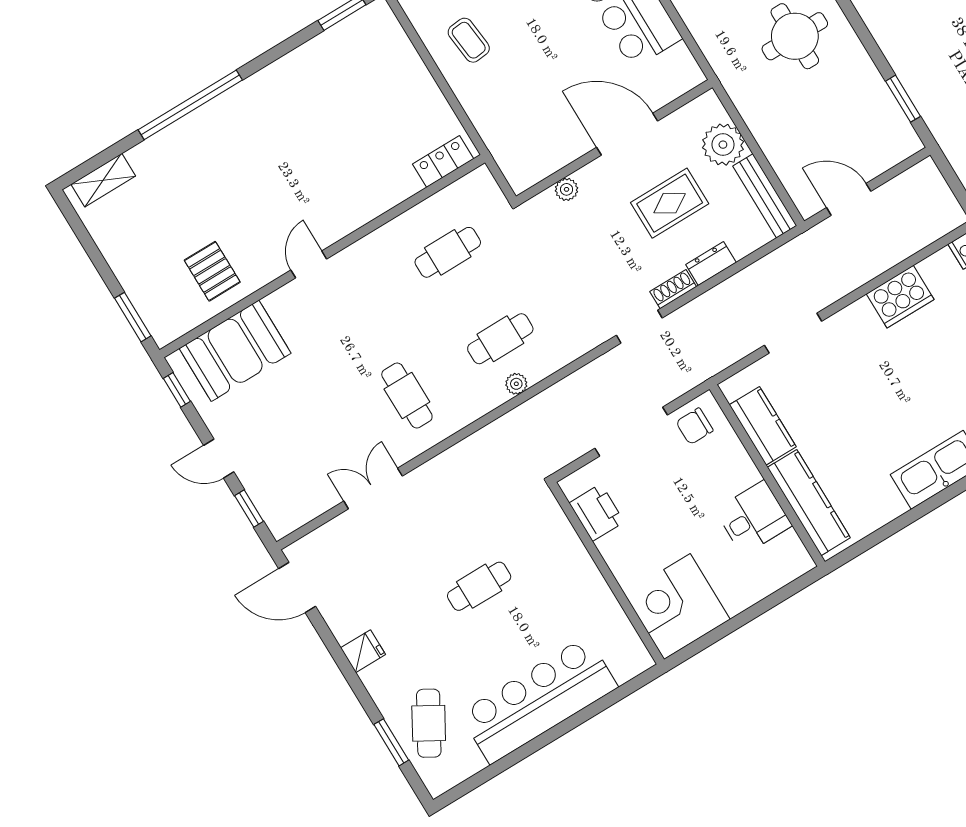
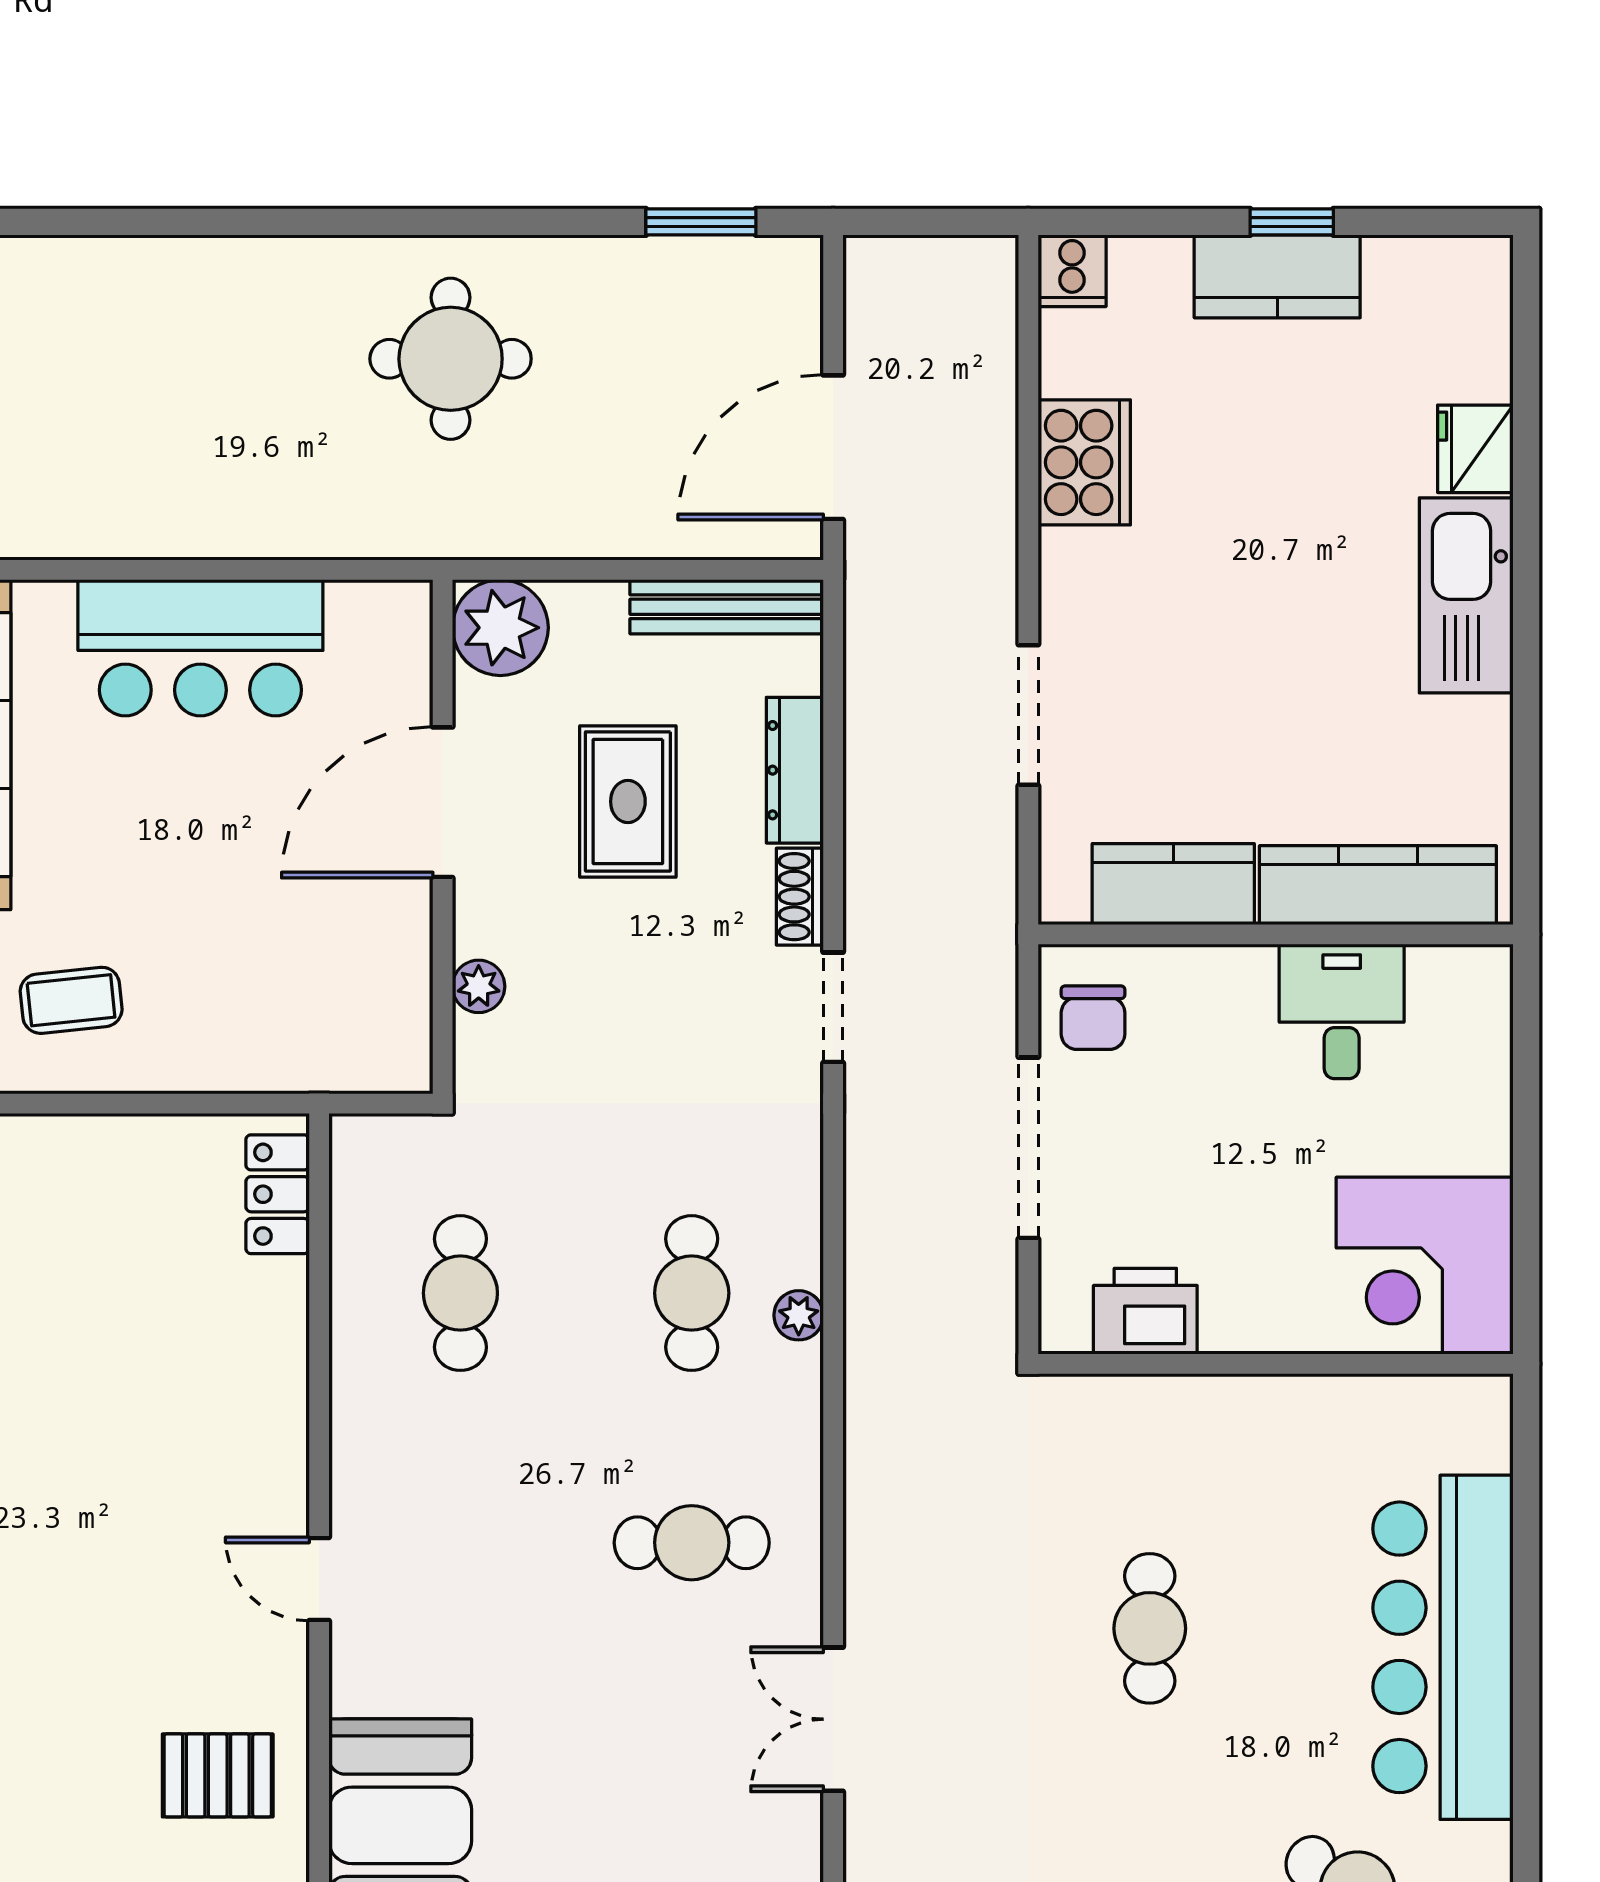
plant: (723, 145) -> (500, 628), moved
door: (849, 199) -> (833, 447), width x1.36
dresser: (711, 263) -> (795, 770), width x1.44

